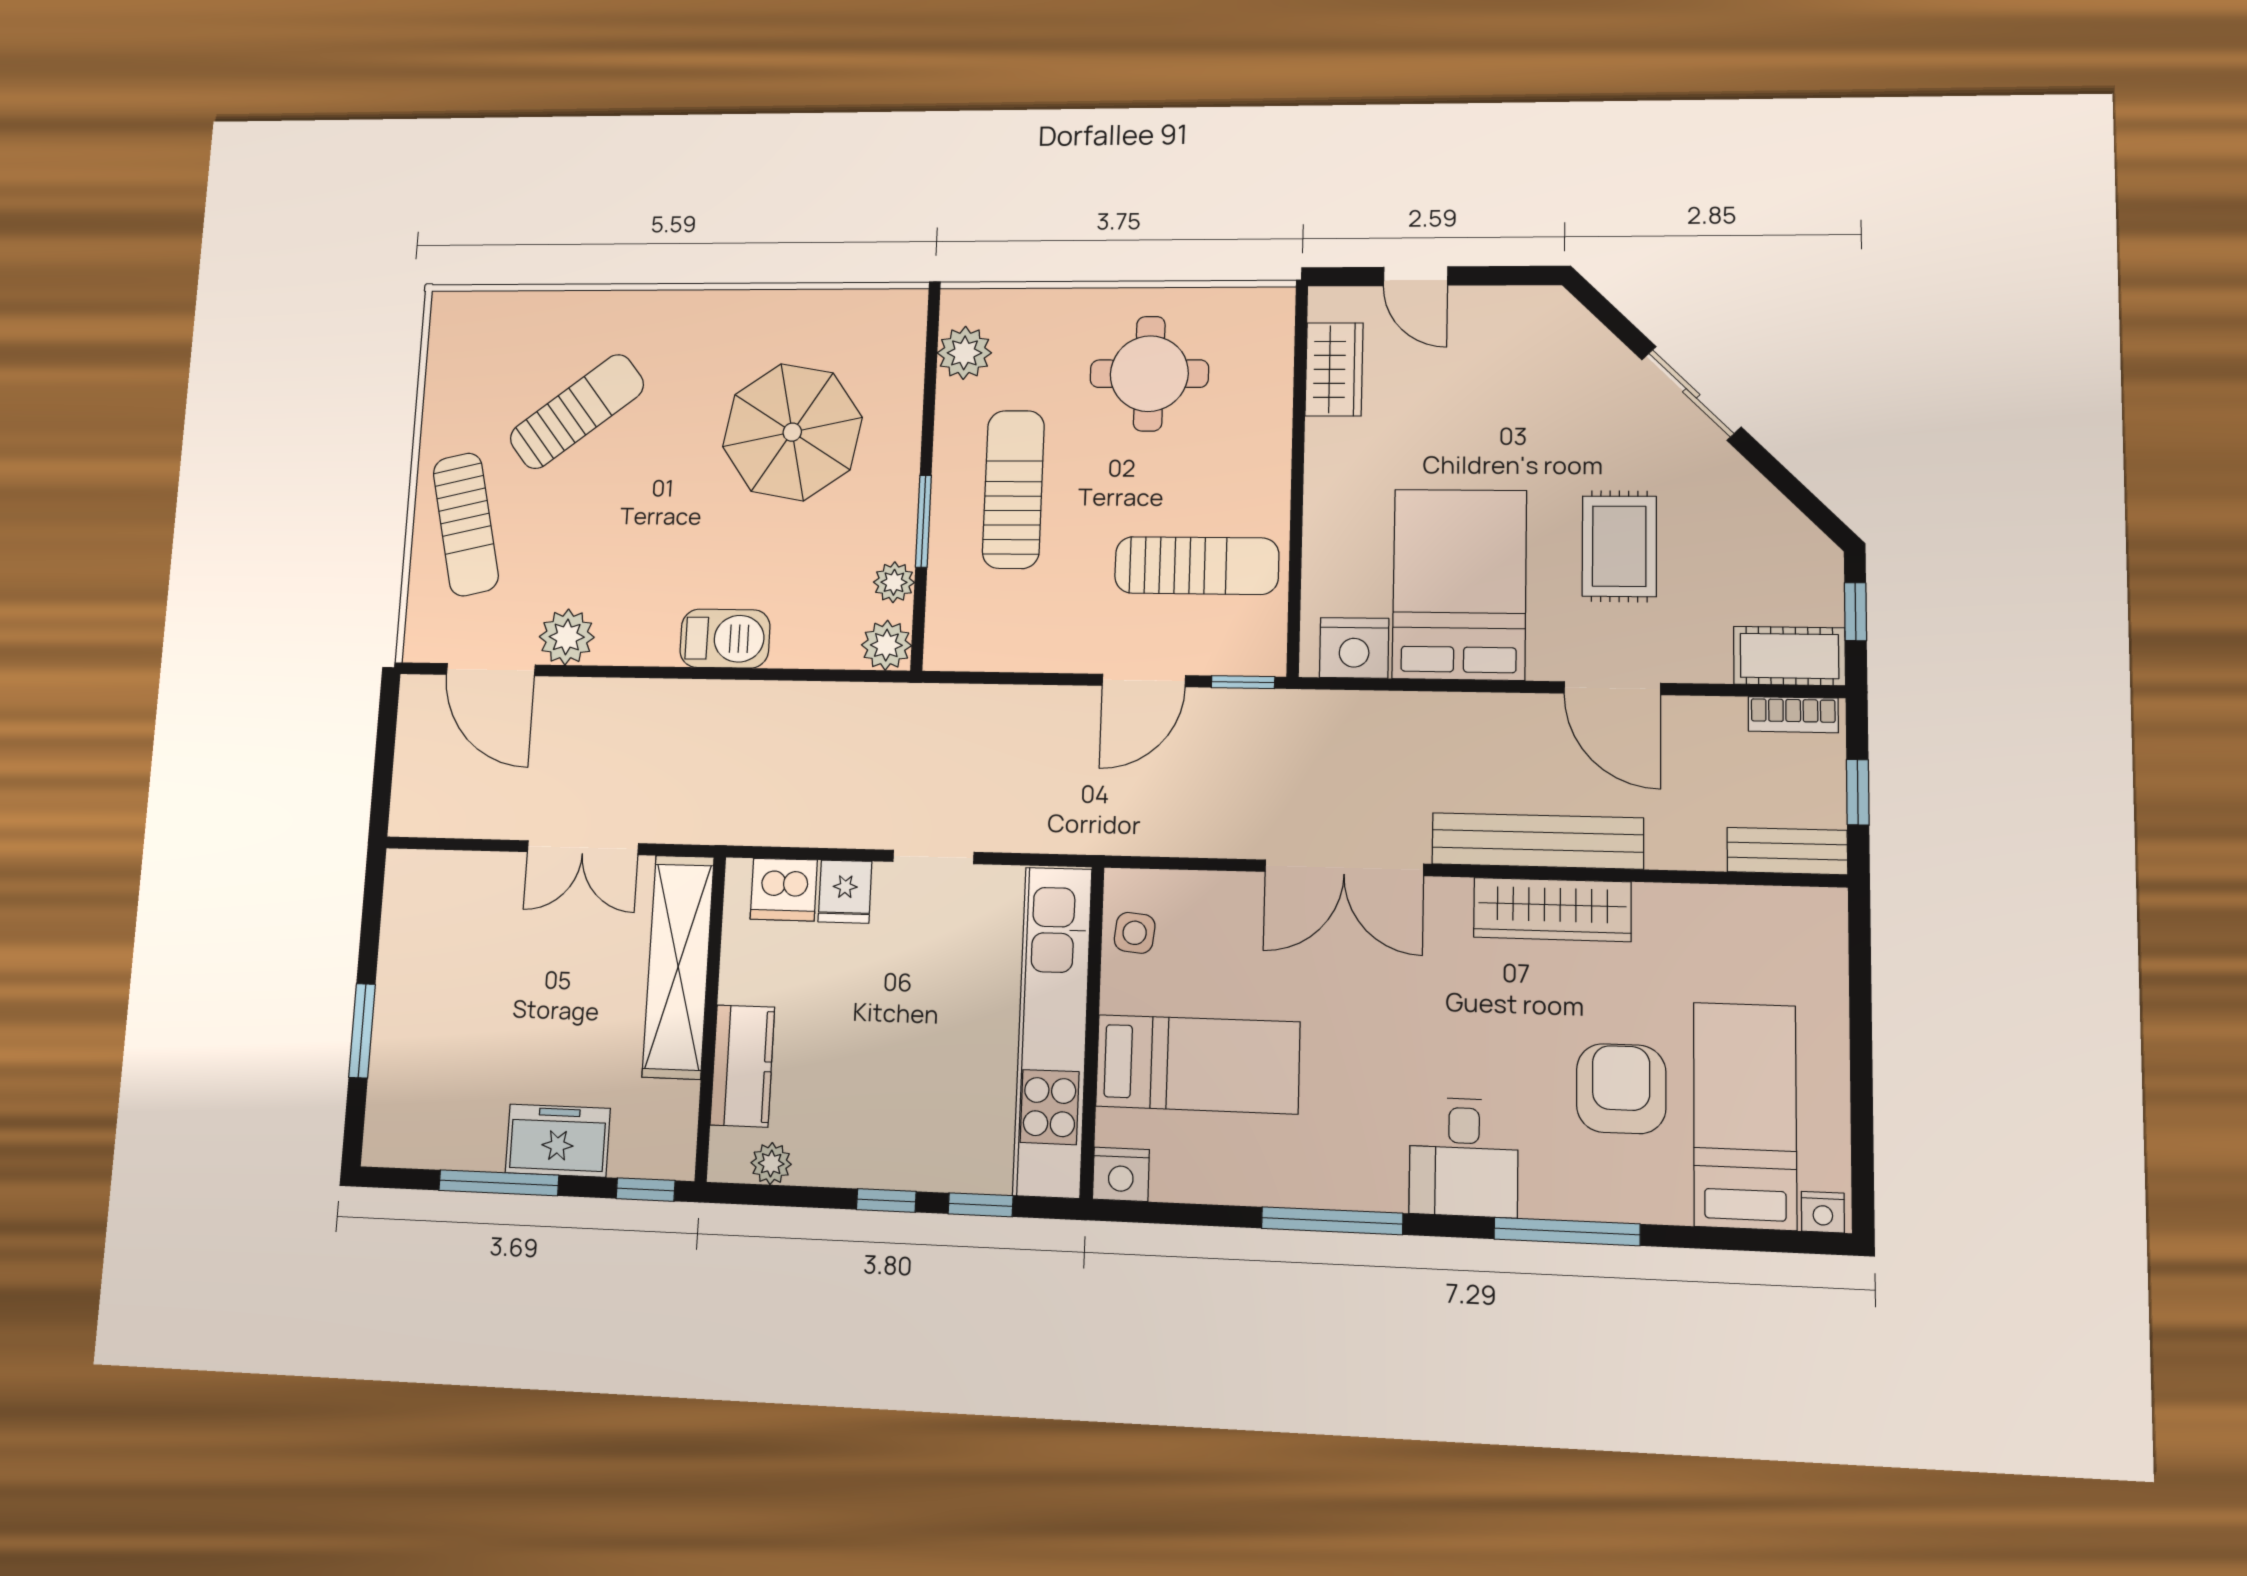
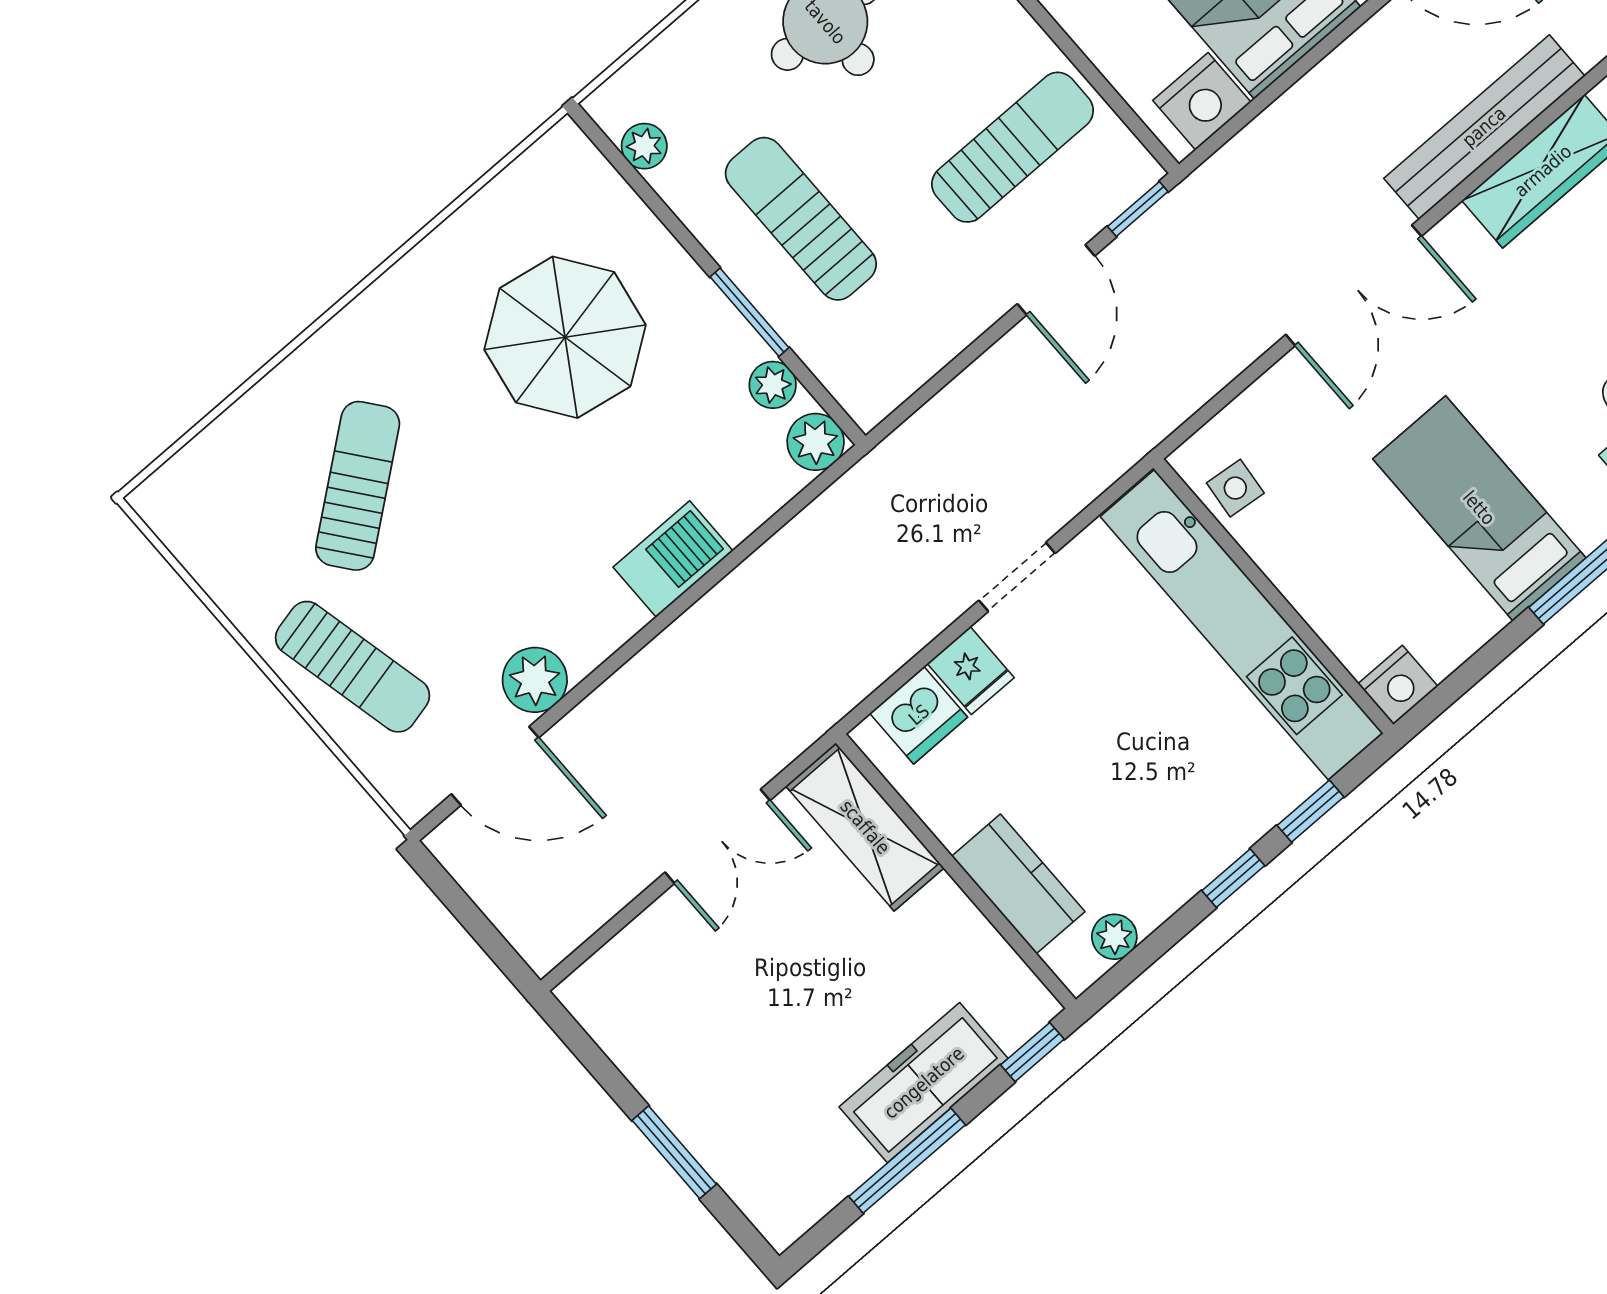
plant: (964, 353) -> (644, 146), width x0.73, depth x0.73
shelving: (678, 967) -> (865, 827), width x0.68
bed: (1198, 1064) -> (1479, 508), moved, turned -90
freezer: (558, 1141) -> (924, 1083), width x1.40

